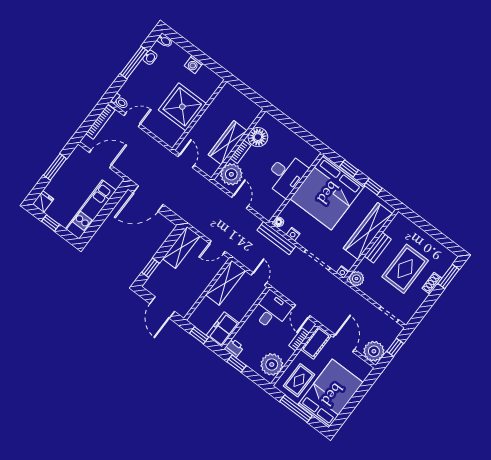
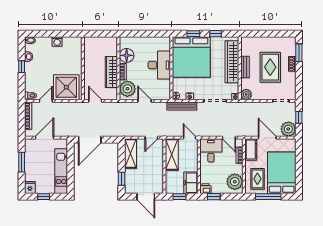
window: (134, 63) -> (22, 67), width x0.46
shower: (182, 107) -> (66, 87), moved

